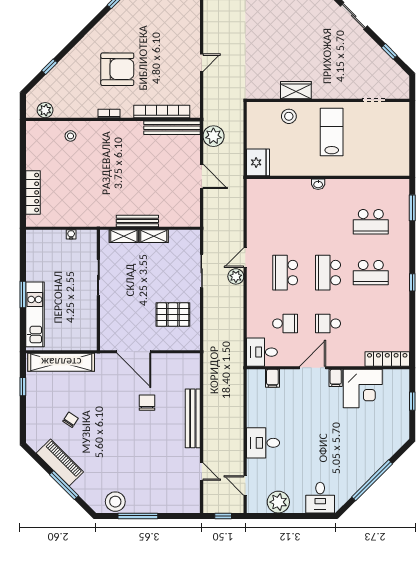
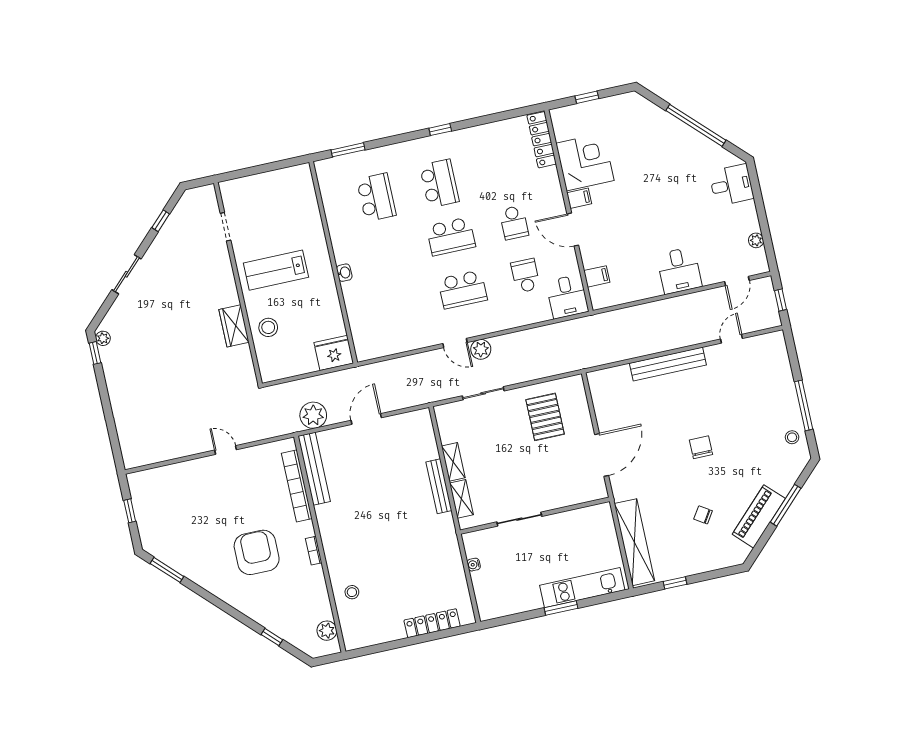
chair: (147, 403) -> (701, 447), moved, turned 90
stool: (115, 502) -> (792, 437), width x0.53, depth x0.53
plant: (278, 502) -> (756, 240), width x0.53, depth x0.53

